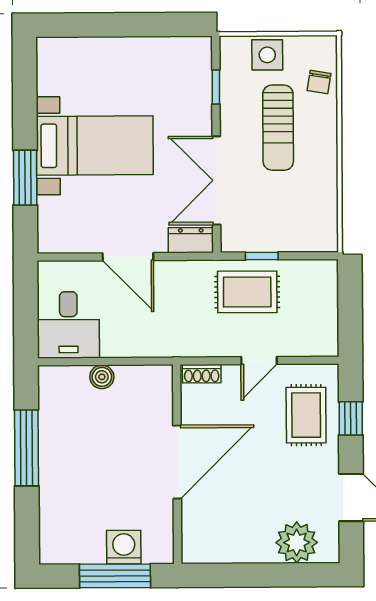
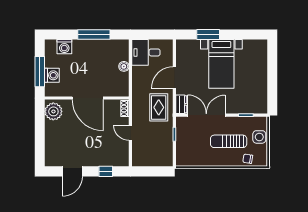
rug: (247, 292) -> (159, 107), moved
rug: (306, 415) -> (107, 153), removed
washing machine: (56, 518) -> (64, 47), added
plant: (297, 542) -> (53, 111), moved

